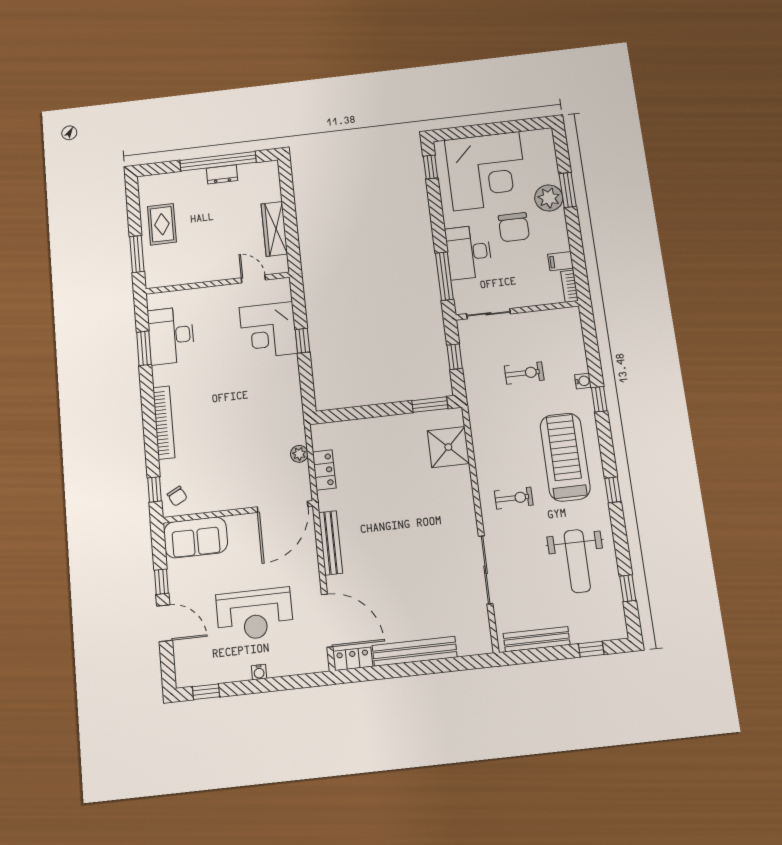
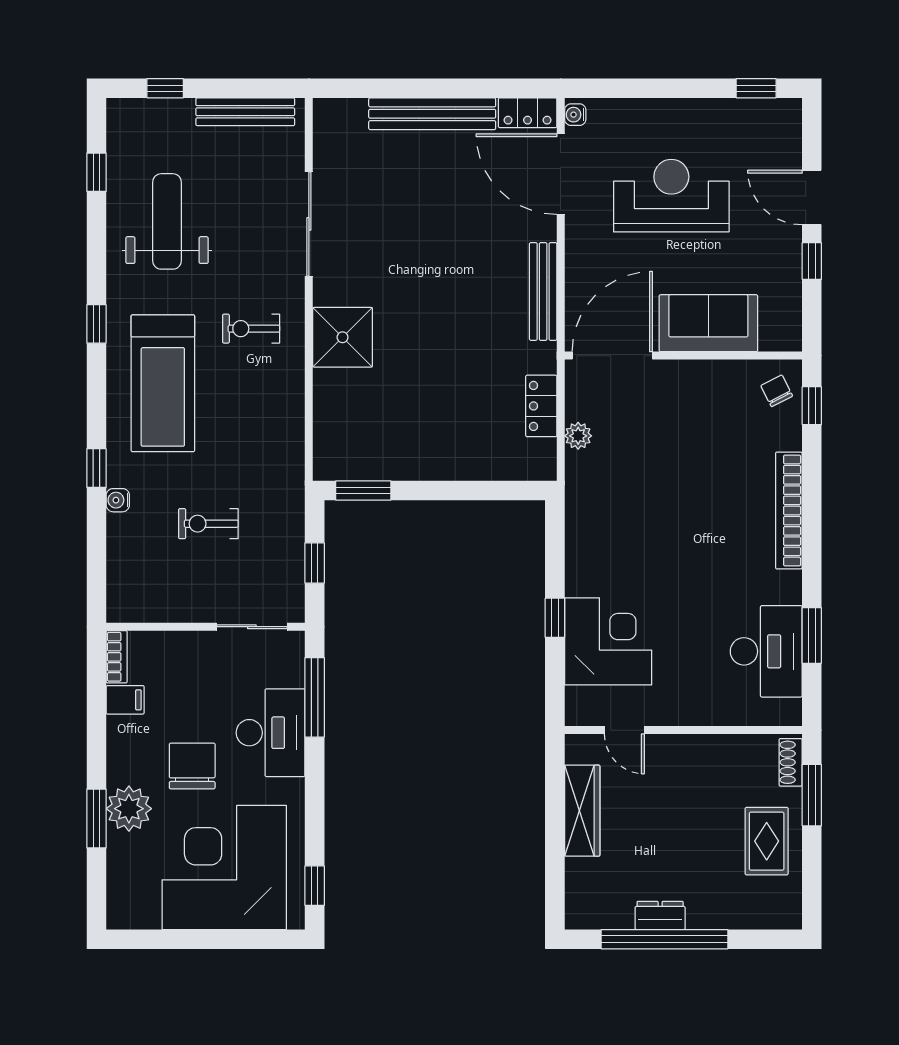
shoe rack: (151, 272) -> (791, 762), added
shower: (448, 447) -> (343, 337), moved
sofa: (196, 537) -> (708, 323), moved
water cooler: (259, 672) -> (575, 115), moved, turned -90

